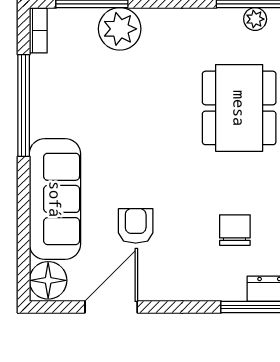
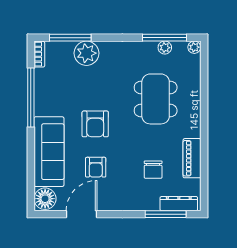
armchair: (135, 151) -> (95, 124), added
armchair: (136, 226) -> (96, 167), turned 180
chair: (235, 230) -> (153, 170), turned 180

